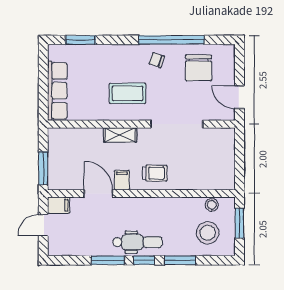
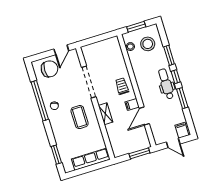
chair: (198, 68) -> (50, 69), moved
filing cabinet: (59, 205) -> (182, 130), moved

